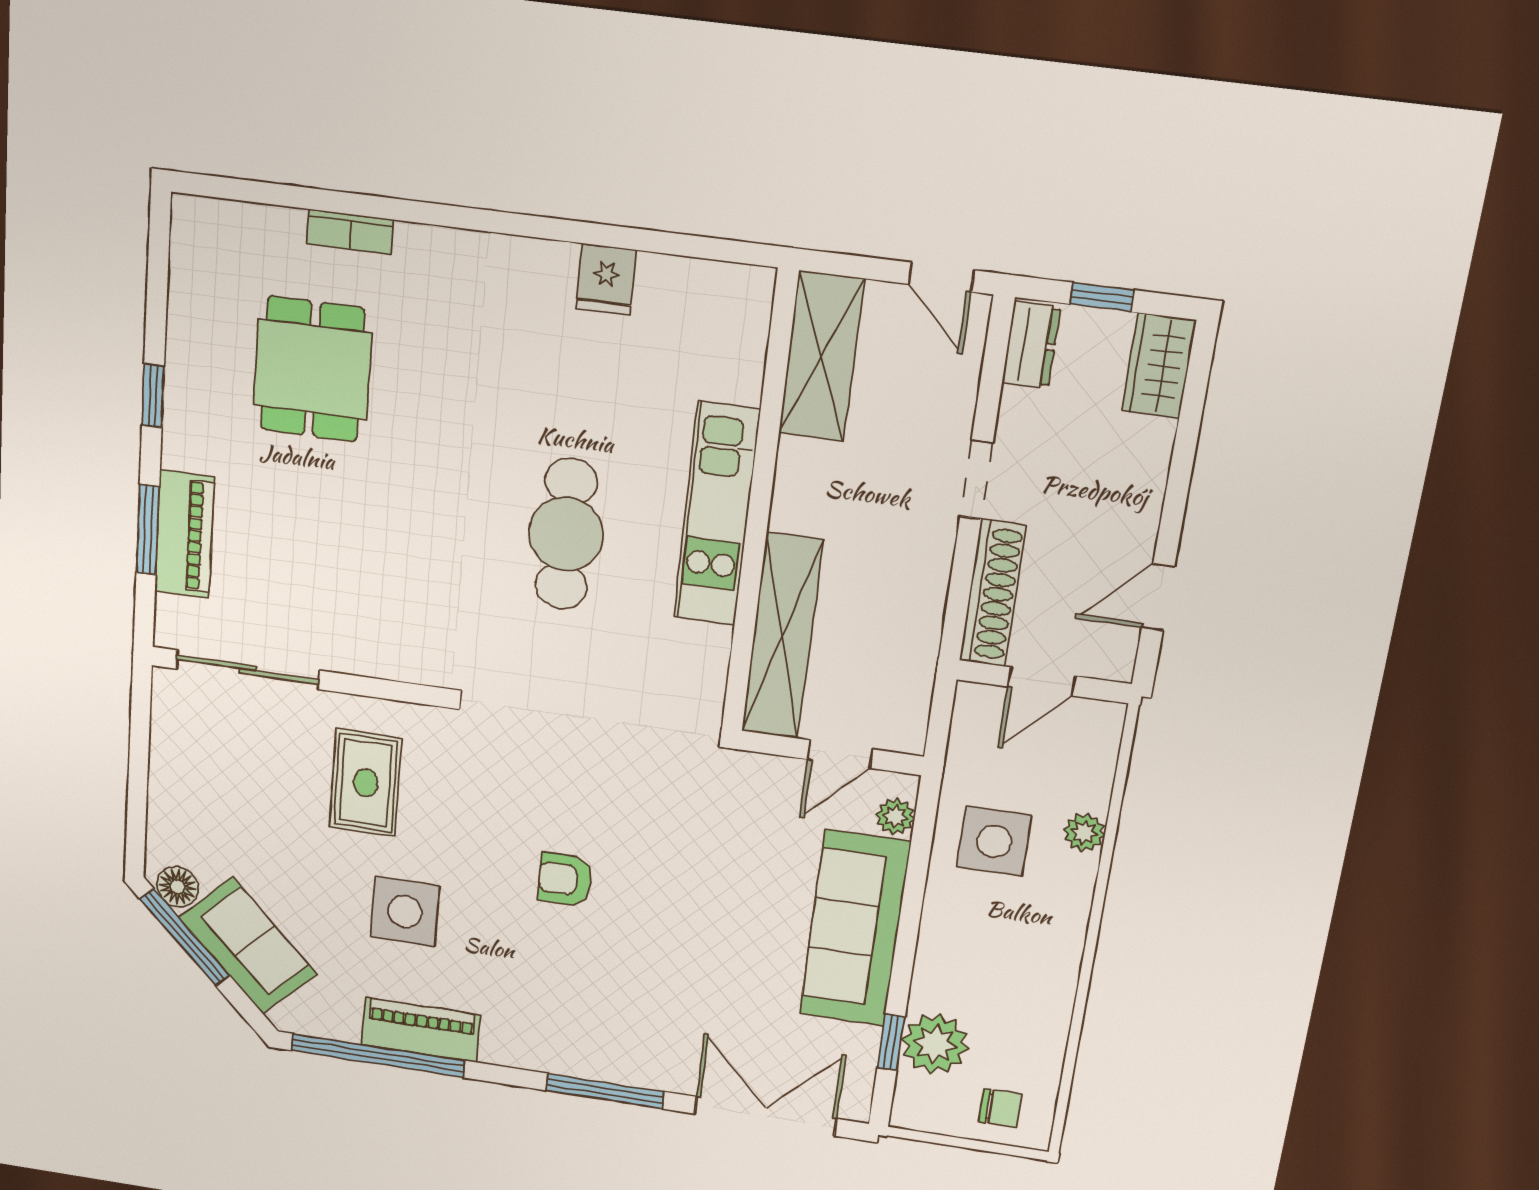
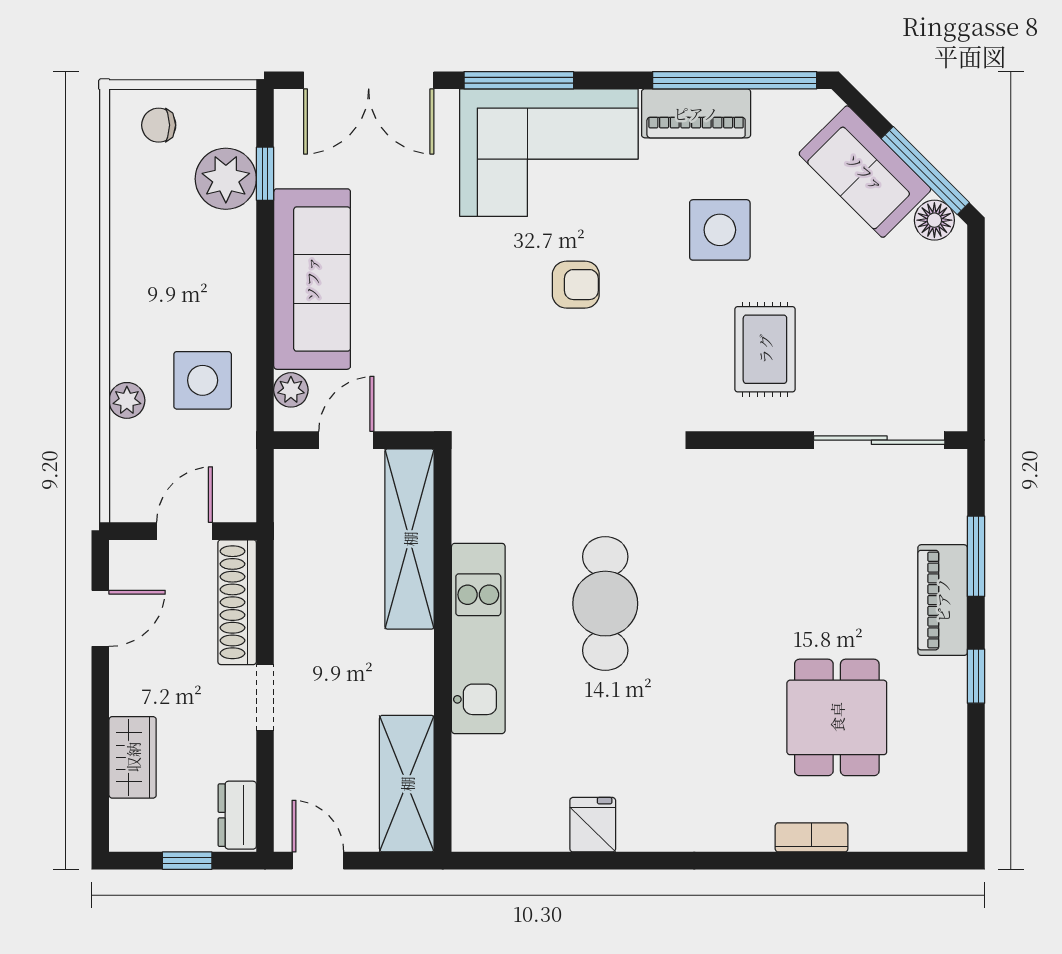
wardrobe: (1159, 366) -> (133, 757), moved
piano: (184, 534) -> (943, 600), moved
corner sofa: (581, 1016) -> (549, 153), added

